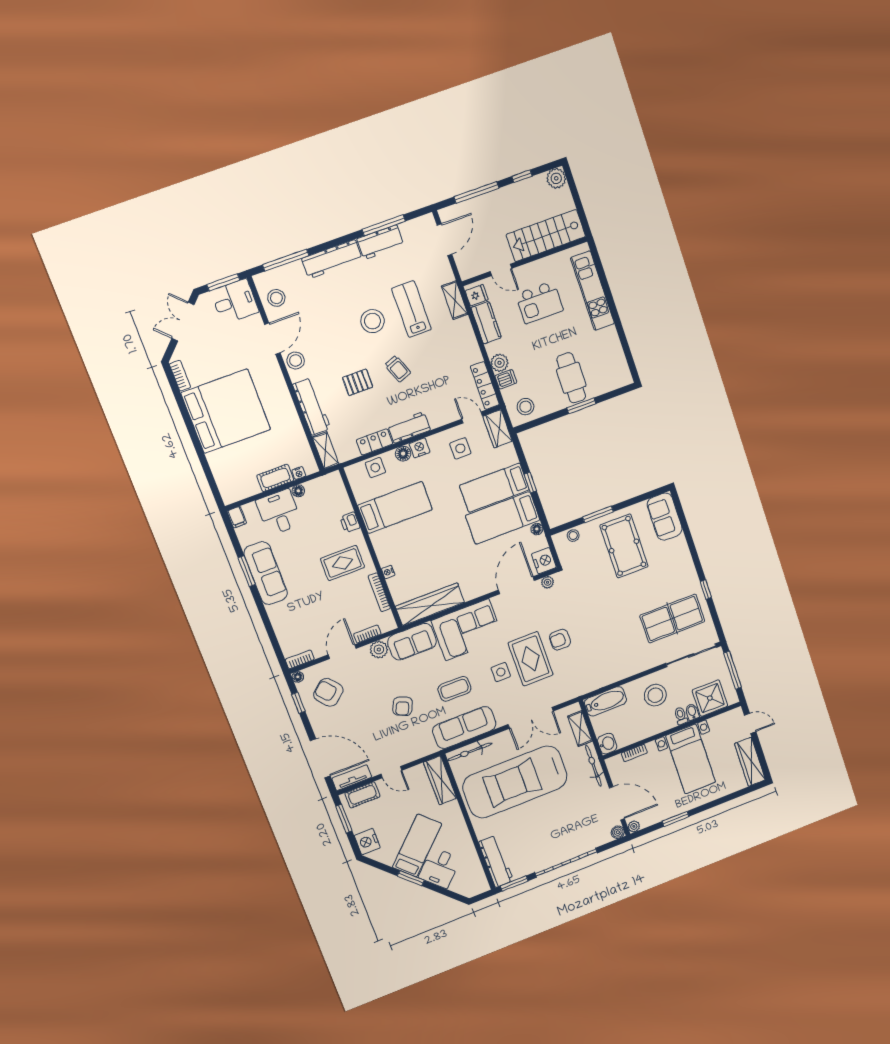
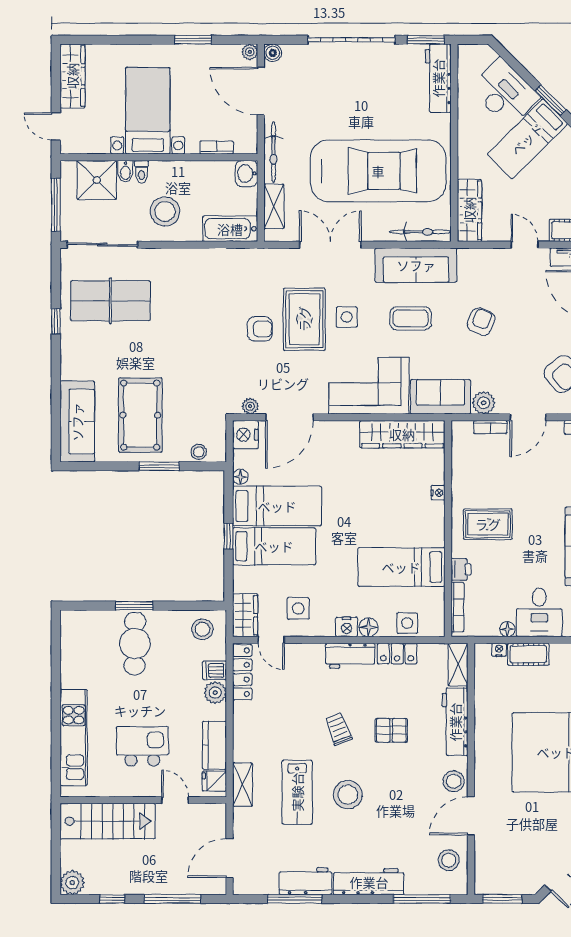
desk: (235, 301) -> (498, 873), removed
sofa: (665, 517) -> (77, 422), width x1.36
bookcase: (379, 592) -> (458, 607), moved
desk: (440, 868) -> (505, 93), width x1.37

